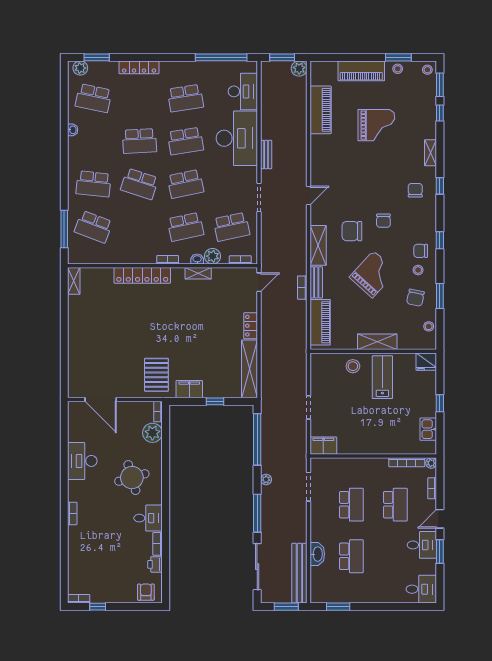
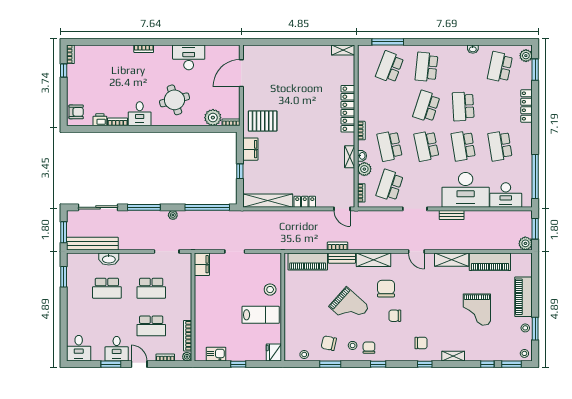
school desk: (231, 227) -> (390, 185), turned 30
shelving: (377, 342) -> (452, 260), moved, turned 90

